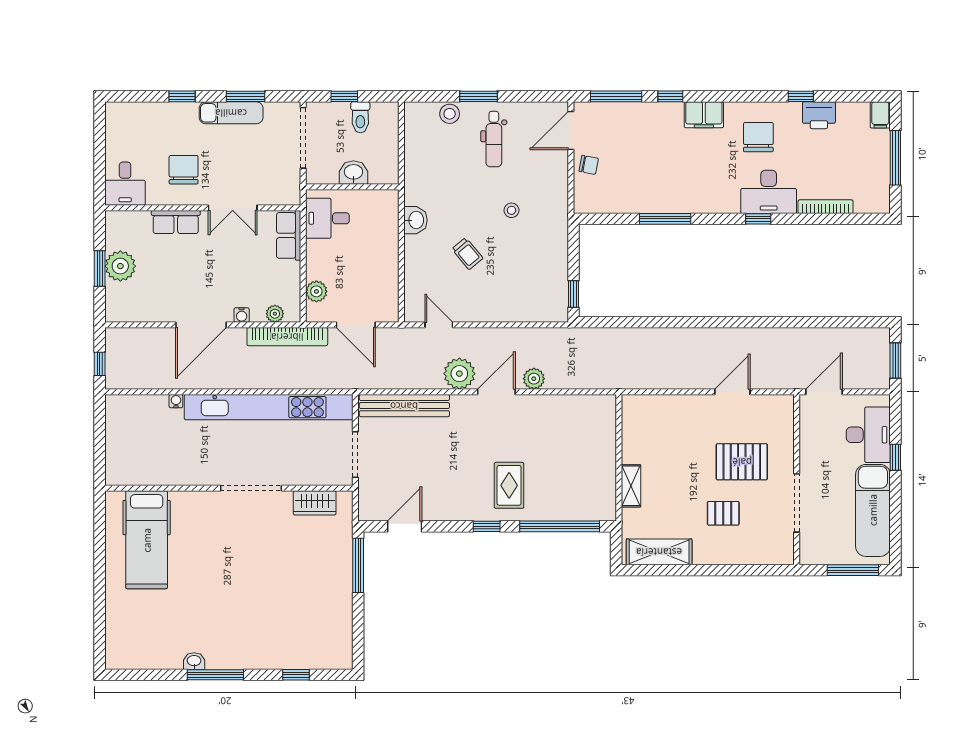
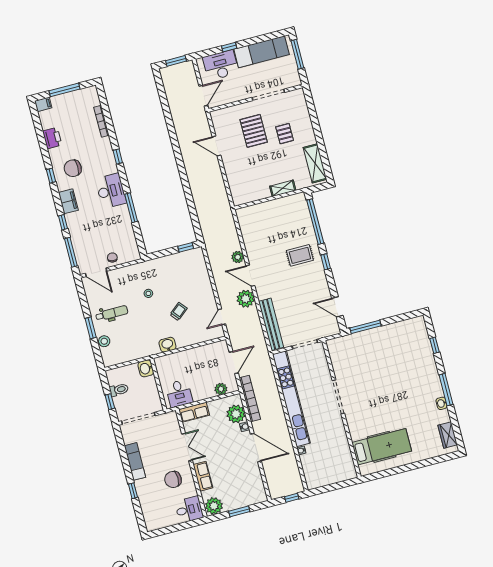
window: (246, 96) -> (124, 456), removed
window: (801, 96) -> (51, 176), moved
washbasin: (353, 173) -> (146, 368), moved
desk: (769, 192) -> (111, 191), moved
plant: (120, 266) -> (214, 506), moved
plant: (275, 314) -> (236, 414), width x1.88, depth x1.88
door: (824, 392) -> (203, 96), swing flipped
wardrobe: (315, 503) -> (448, 435), moved, turned 180

